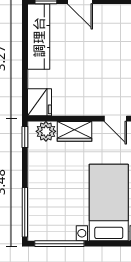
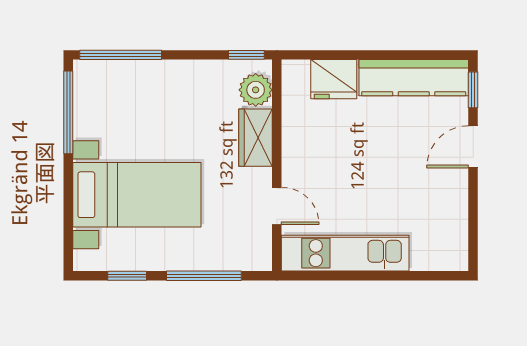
fridge: (39, 102) -> (334, 79), moved
door: (115, 119) -> (277, 206), swing flipped

